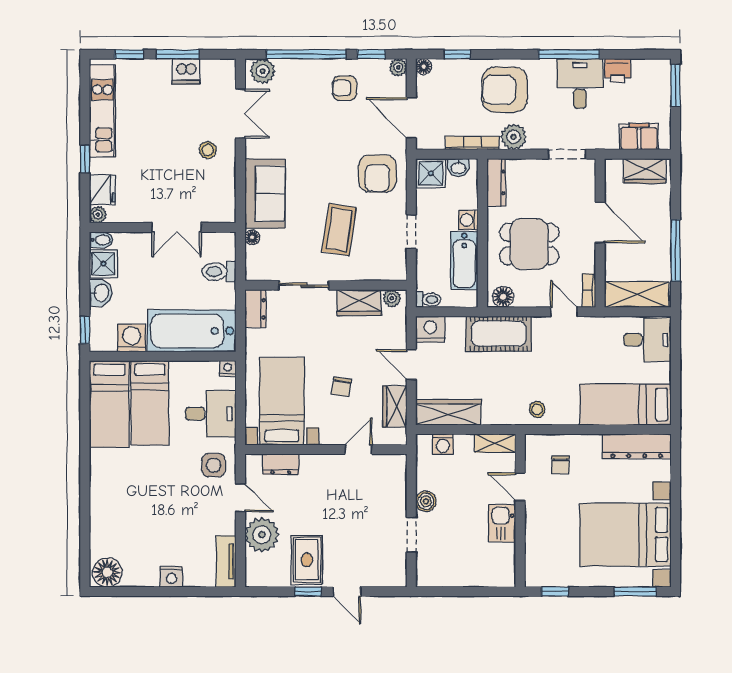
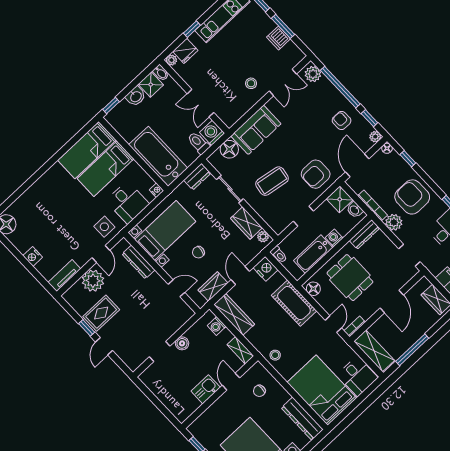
floor lamp: (252, 237) -> (229, 149), width x1.89, depth x1.89
washing machine: (132, 338) -> (212, 133), moved, turned -90
bed: (625, 405) -> (322, 390), width x1.50
dresser: (281, 464) -> (138, 262), width x1.44

